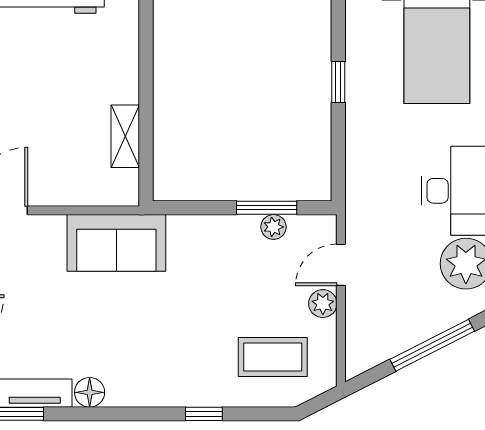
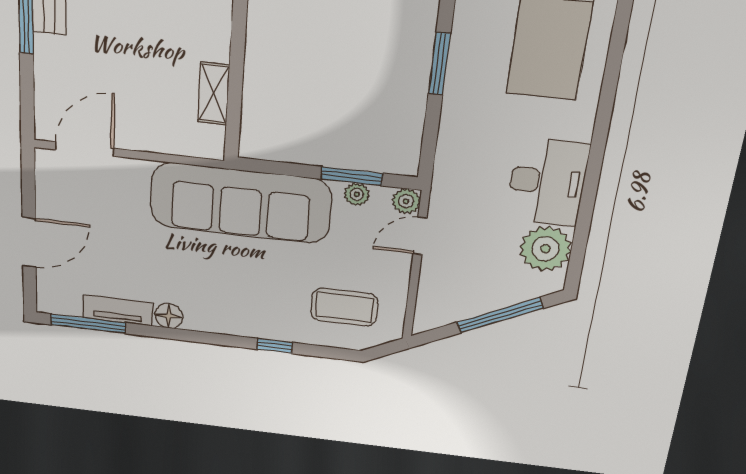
window: (338, 82) -> (439, 64), width x1.50
sofa: (116, 243) -> (241, 203), width x1.85, depth x1.27
plant: (323, 304) -> (406, 201), moved

